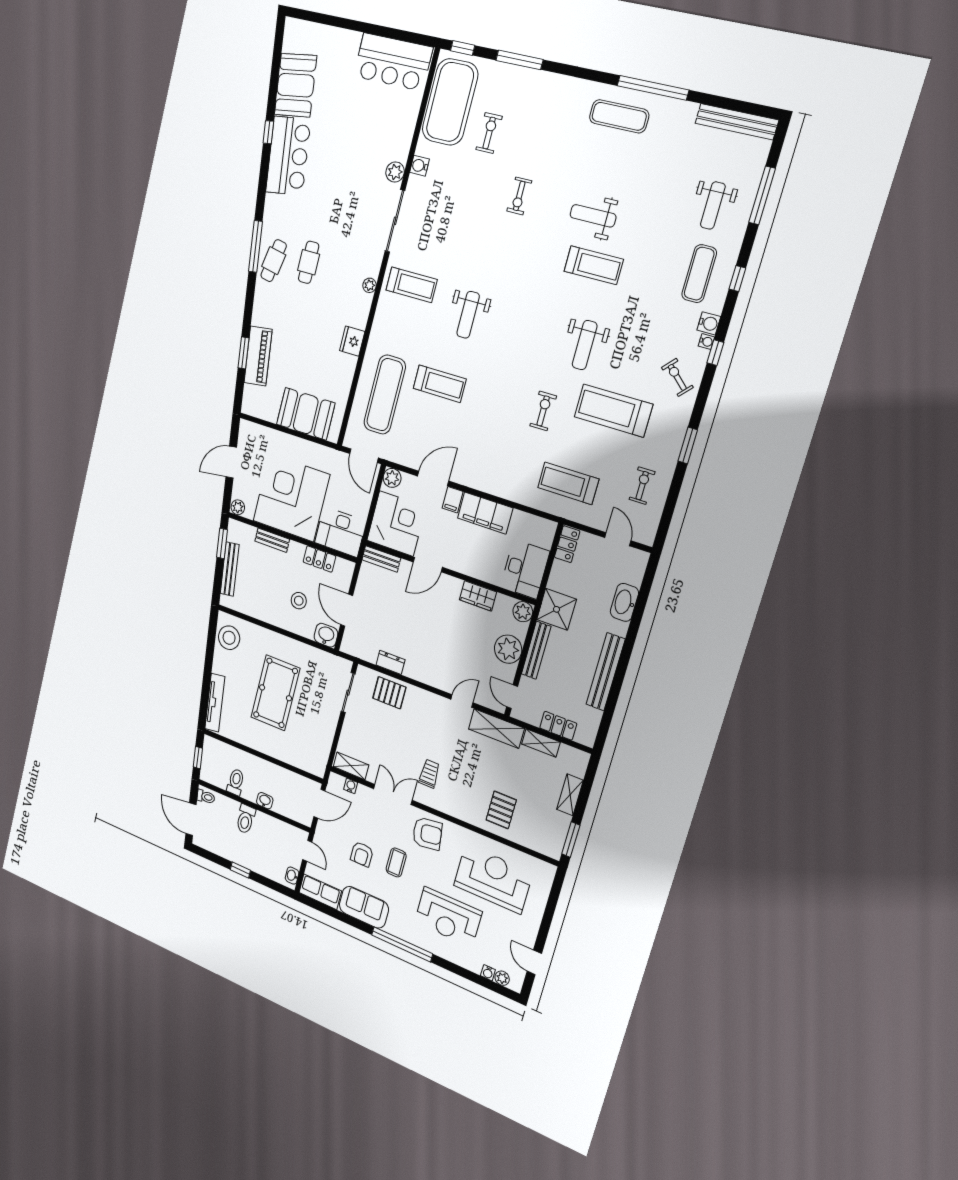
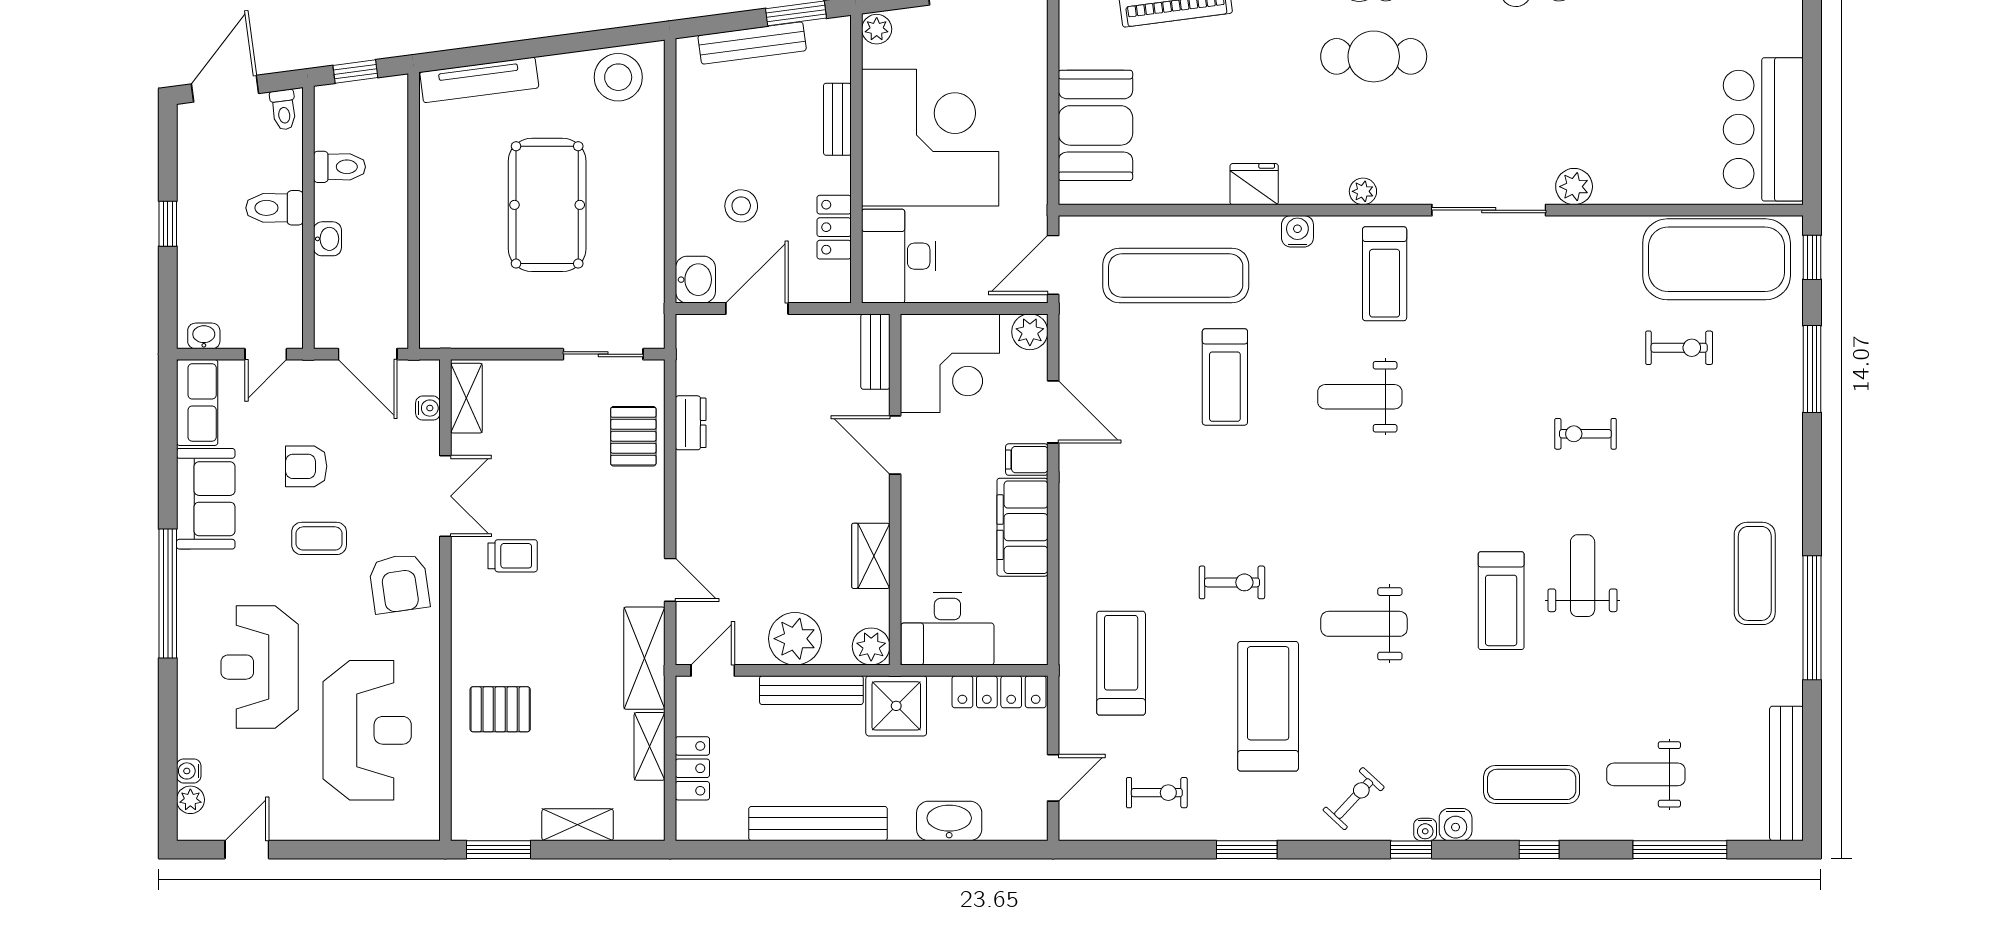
water cooler: (419, 166) -> (1297, 231), moved
cafe table: (309, 262) -> (1374, 56), width x1.37, depth x1.35
locker: (567, 544) -> (999, 692), width x1.53
pool table: (275, 693) -> (547, 205), turned 90

